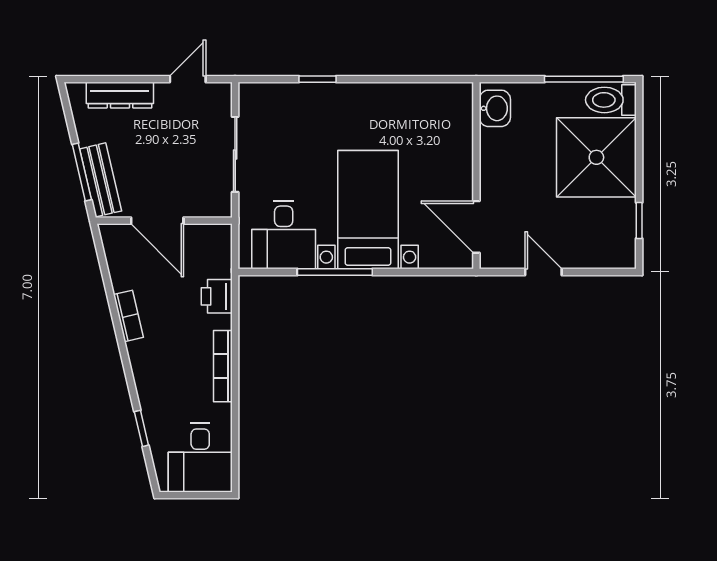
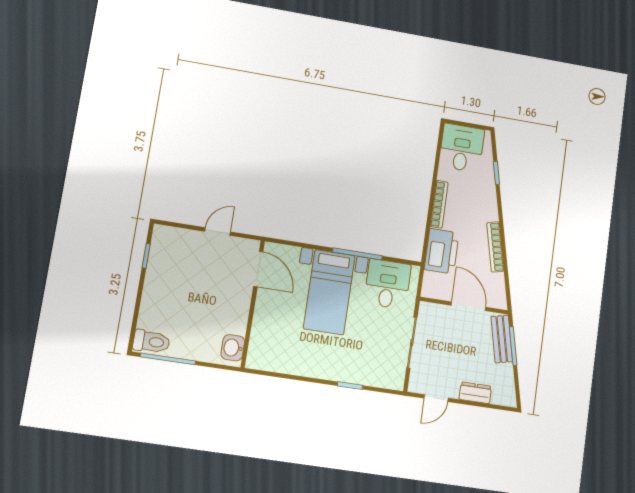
dresser: (120, 95) -> (475, 393), width x0.70
shower: (596, 157) -> (168, 304), removed
door: (543, 272) -> (218, 232), swing flipped
printer: (217, 296) -> (442, 251), width x1.87, depth x1.48
bookcase: (128, 316) -> (495, 247), width x1.56

